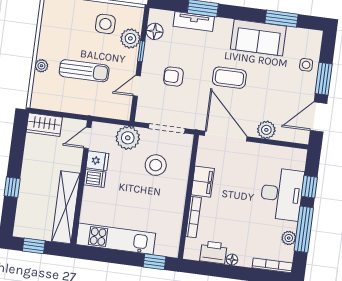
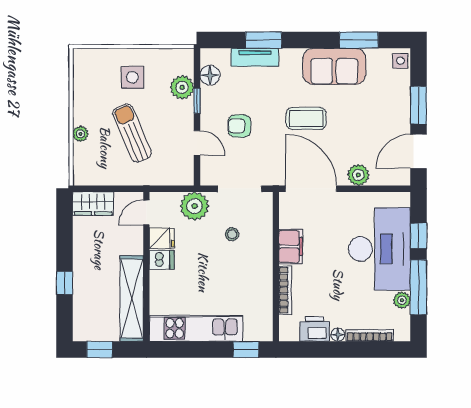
side table: (105, 24) -> (132, 77), moved
side table: (306, 65) -> (400, 61), moved
sun lounger: (84, 71) -> (132, 133), turned -113
door: (137, 86) -> (197, 143), swing flipped
stool: (156, 165) -> (232, 234), width x0.53, depth x0.53
desk: (282, 194) -> (379, 249), width x1.36, depth x1.30
bookcase: (272, 265) -> (370, 335), moved

